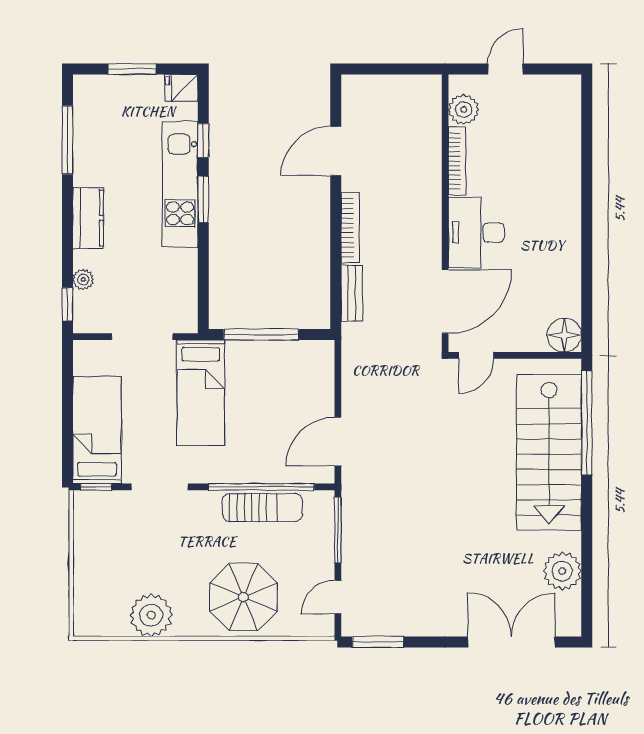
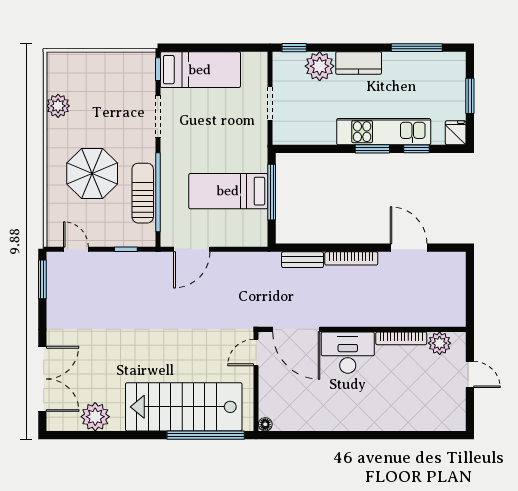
plant: (83, 279) -> (320, 66), width x1.88, depth x1.88
floor lamp: (564, 335) -> (265, 424), width x0.53, depth x0.53
doorway: (142, 337) -> (270, 104), width x0.73
door: (476, 355) -> (256, 352), hinge flipped
bed: (201, 393) -> (228, 191), moved
door: (338, 442) -> (192, 249), swing flipped
sun lounger: (262, 507) -> (143, 193), turned 180
window: (338, 530) -> (126, 249), width x0.46
parasol: (243, 597) -> (92, 173), moved
plant: (151, 615) -> (58, 106), width x0.73, depth x0.73

